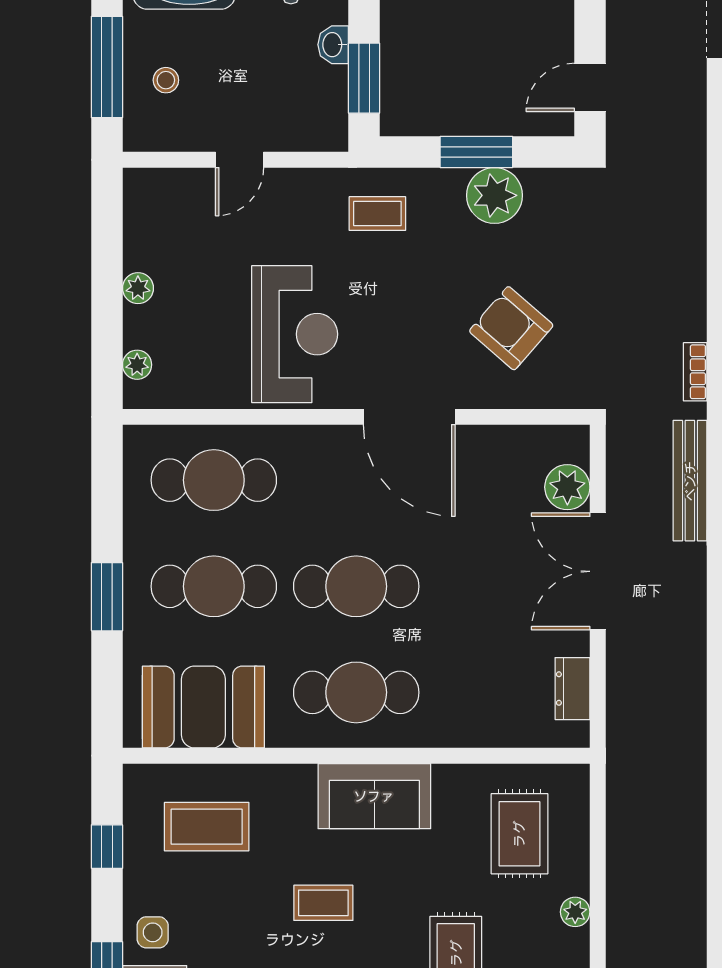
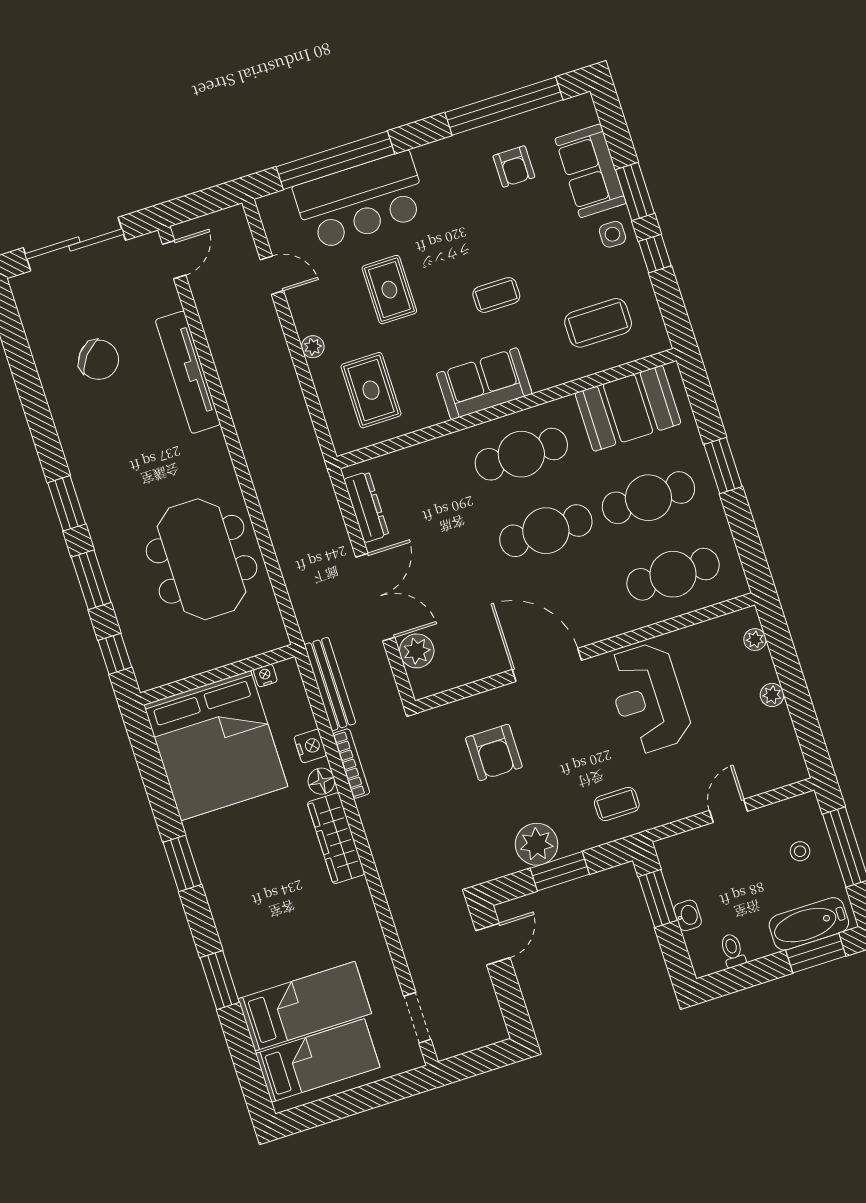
armchair: (511, 328) -> (494, 752), turned 49
bookcase: (695, 372) -> (351, 764), width x1.56
dresser: (572, 689) -> (366, 507), width x1.44
window: (107, 847) -> (655, 254), moved

